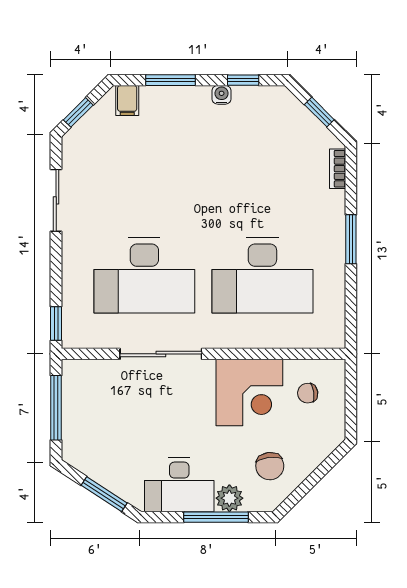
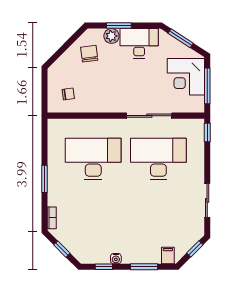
corner desk: (249, 393) -> (186, 77), moved, turned -90
window: (216, 517) -> (119, 26), width x0.69

